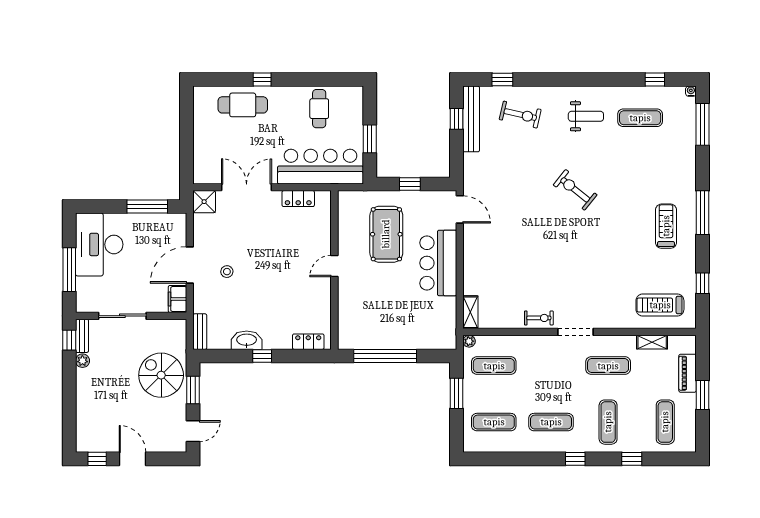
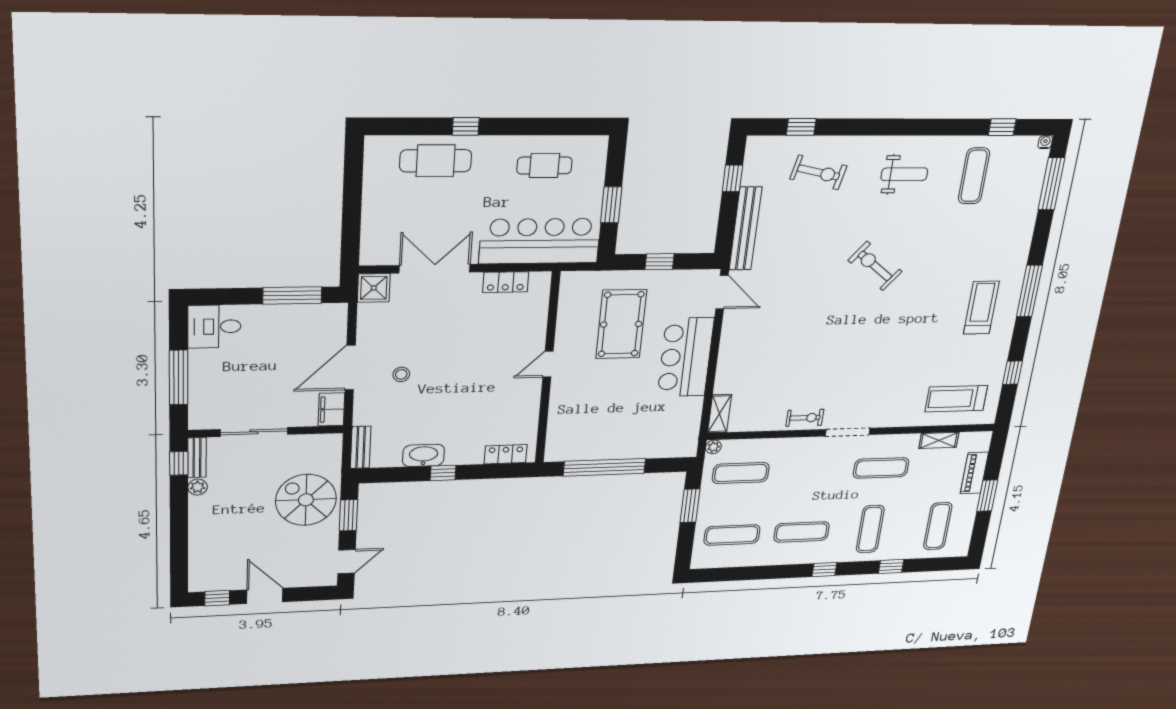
cafe table: (319, 109) -> (544, 165), turned 90
exercise mat: (640, 118) -> (974, 176), turned 90
bench: (471, 119) -> (745, 229), moved
desk: (99, 244) -> (214, 327), width x0.53, depth x0.77

